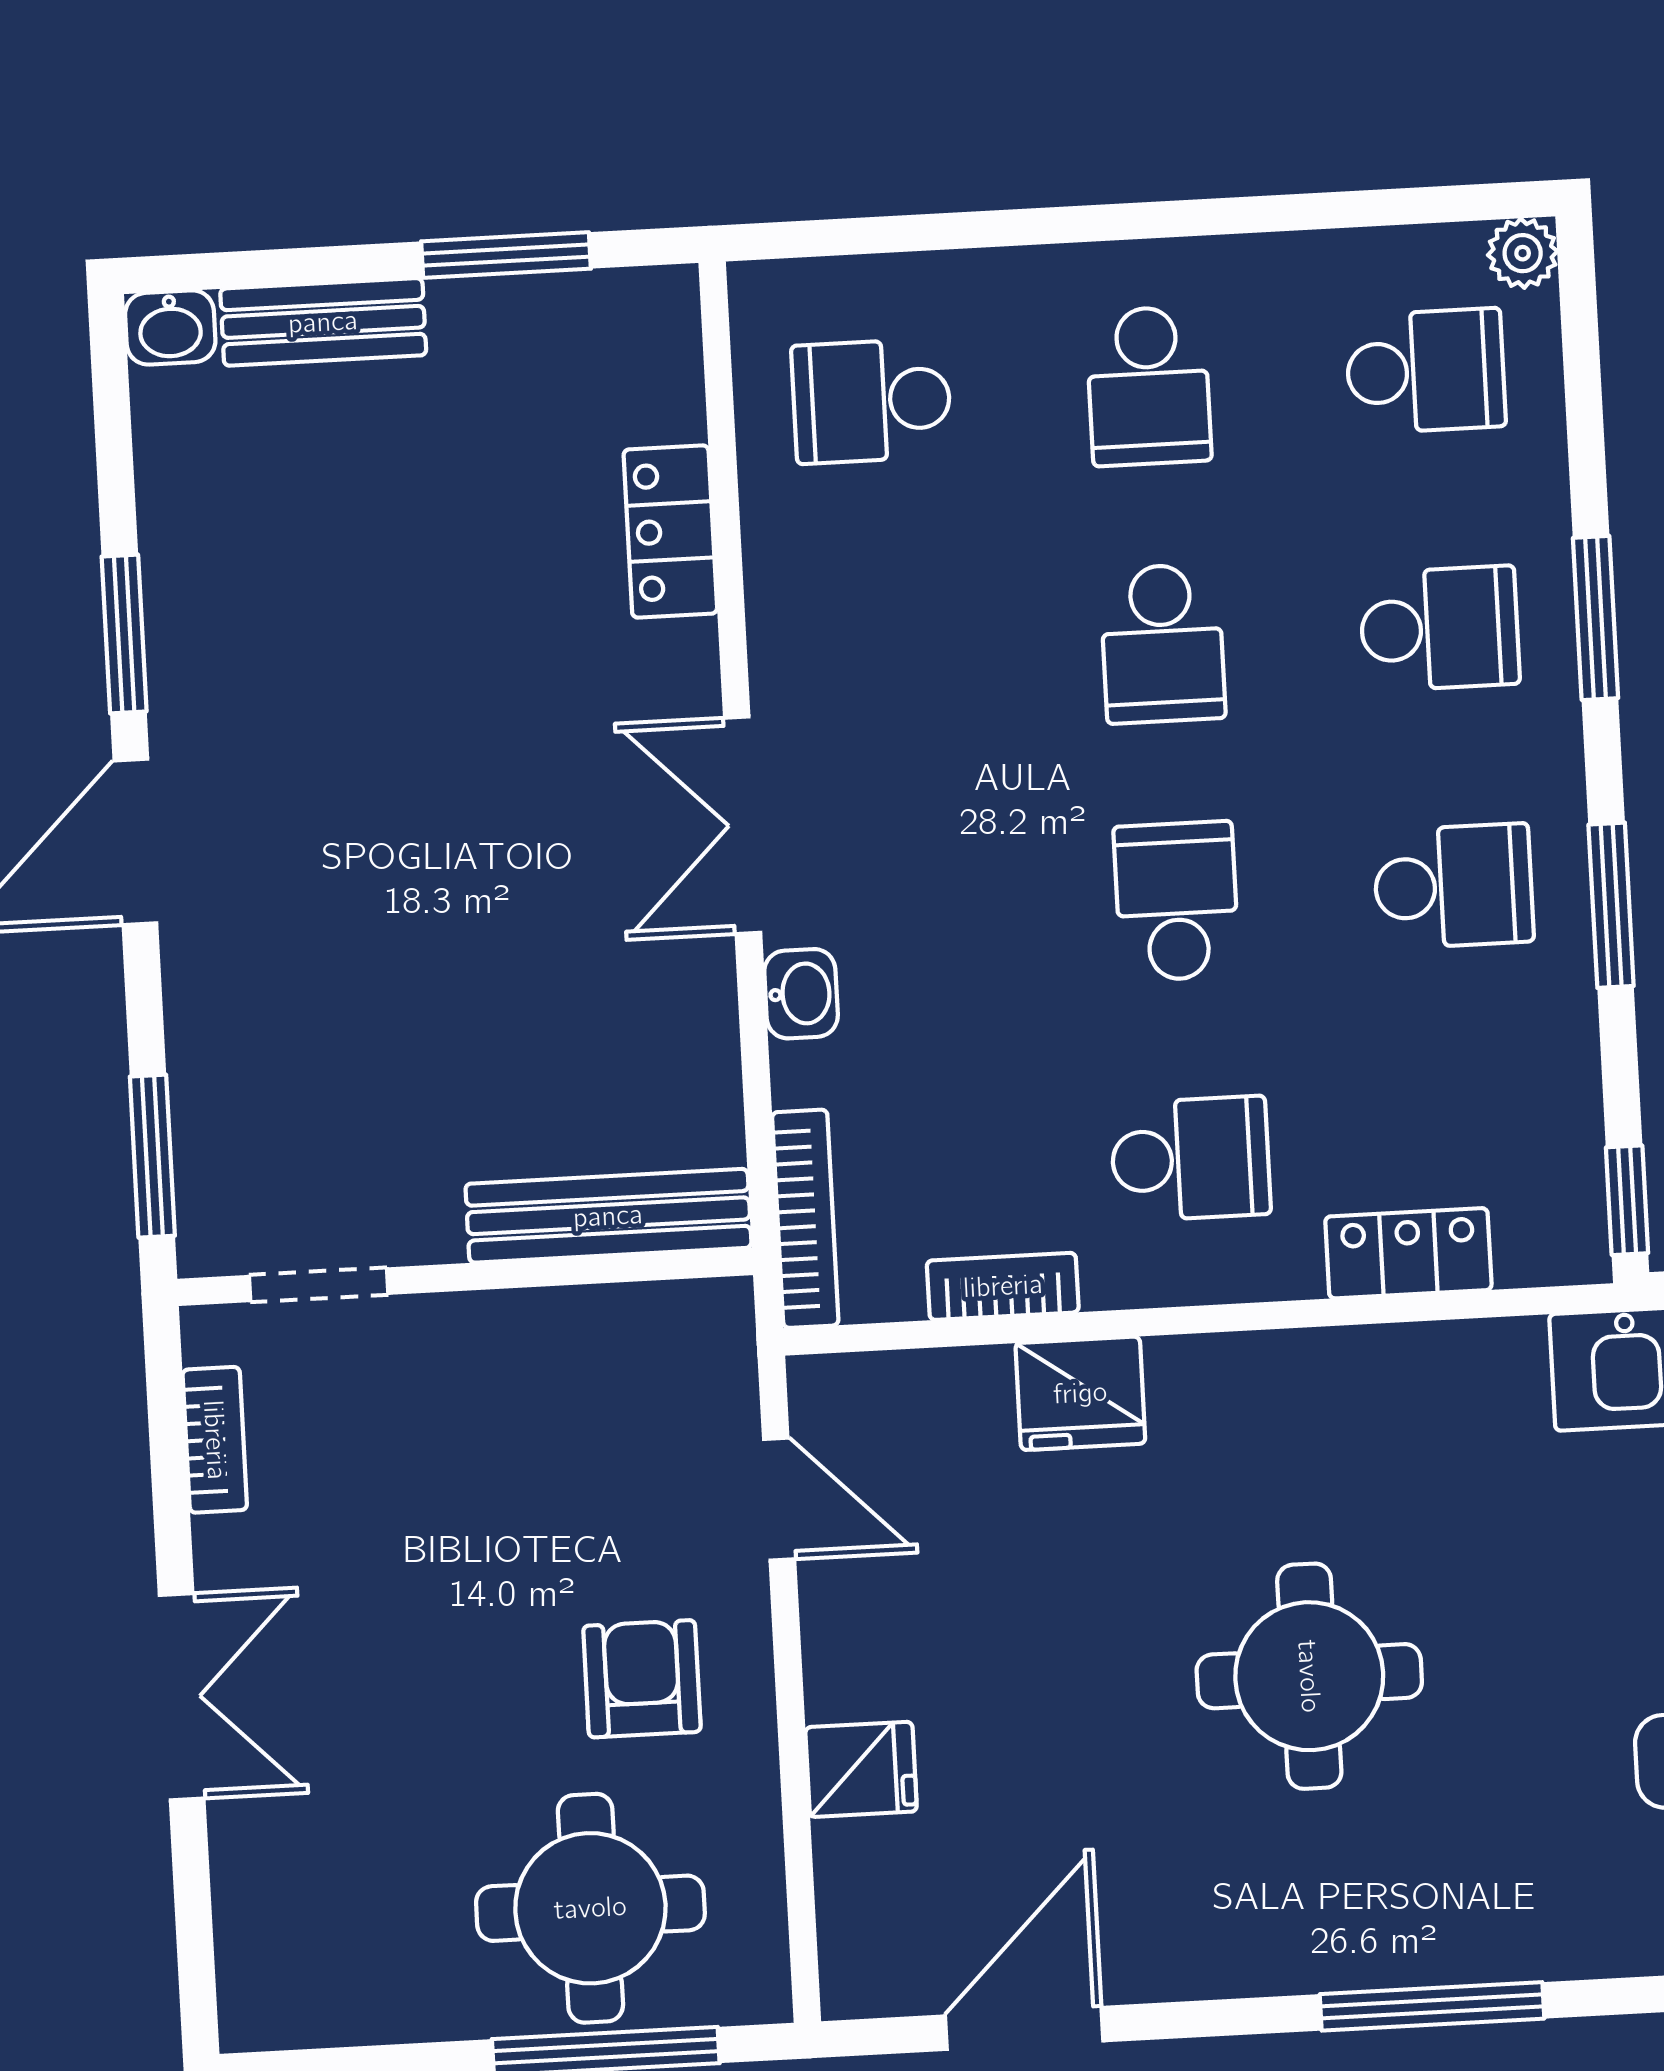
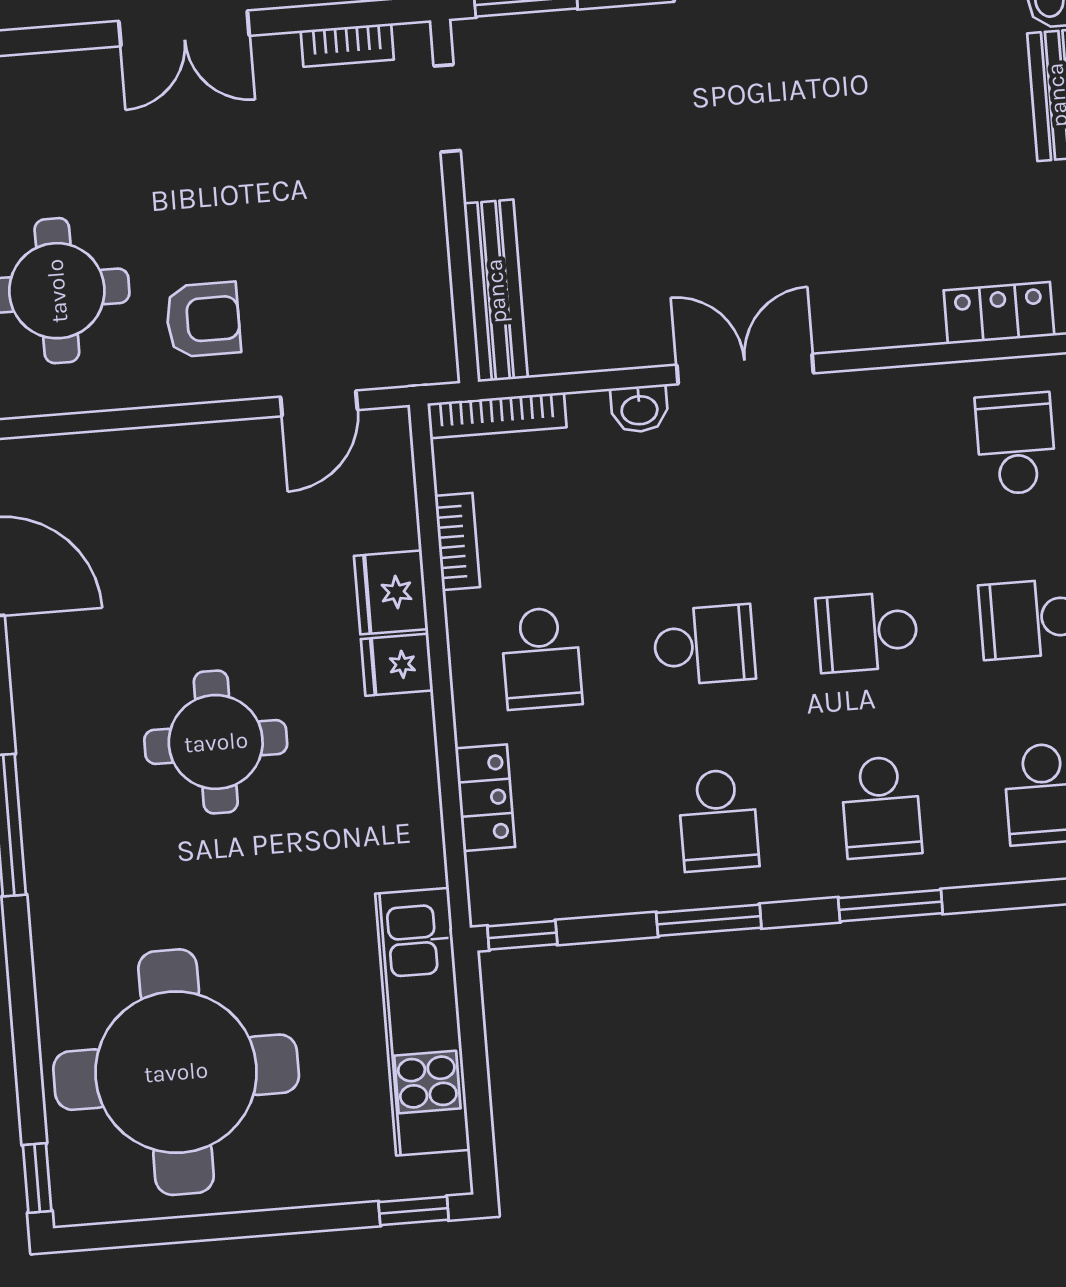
locker: (670, 532) -> (999, 313), moved
fridge: (861, 1769) -> (397, 665), moved, turned 90

